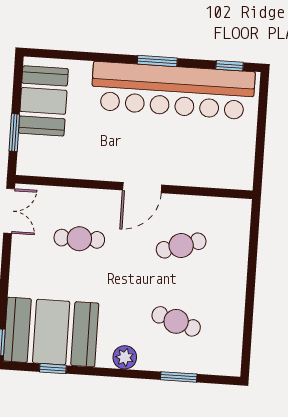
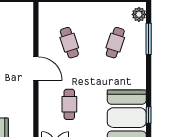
plant: (125, 357) -> (139, 14), moved
window: (179, 377) -> (149, 39), width x1.44

